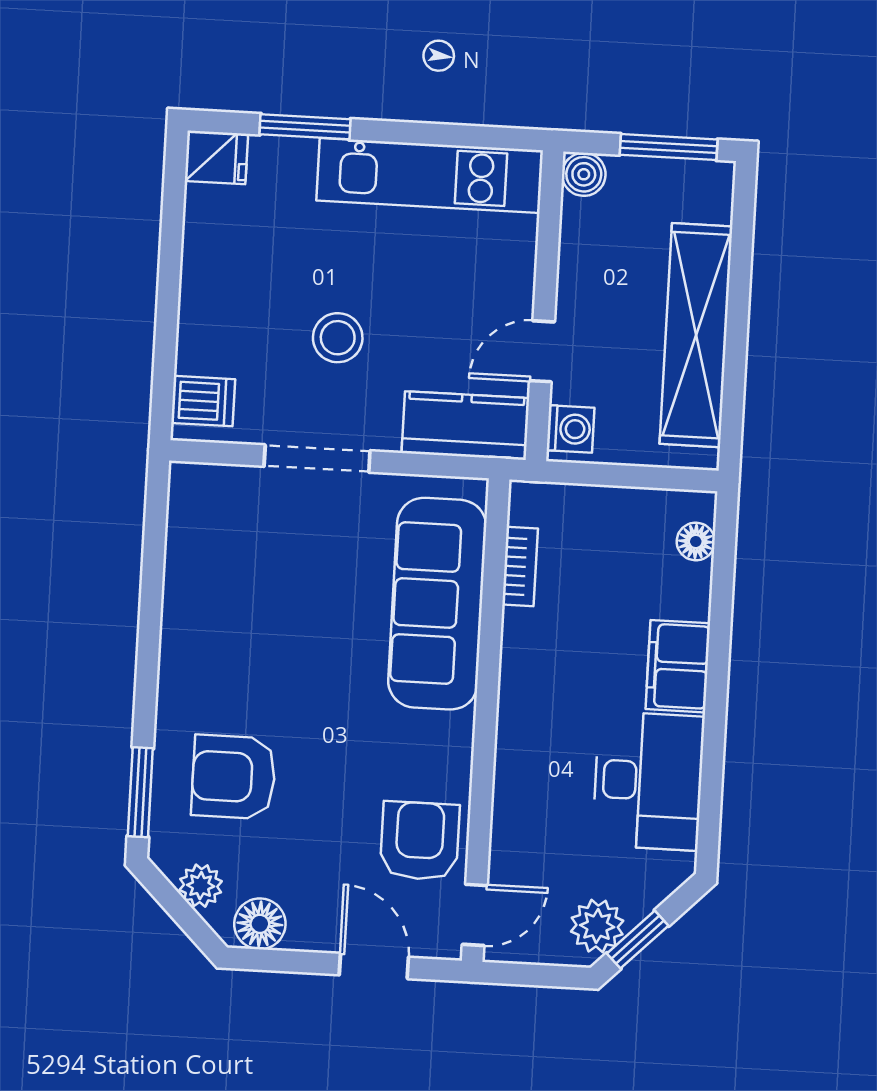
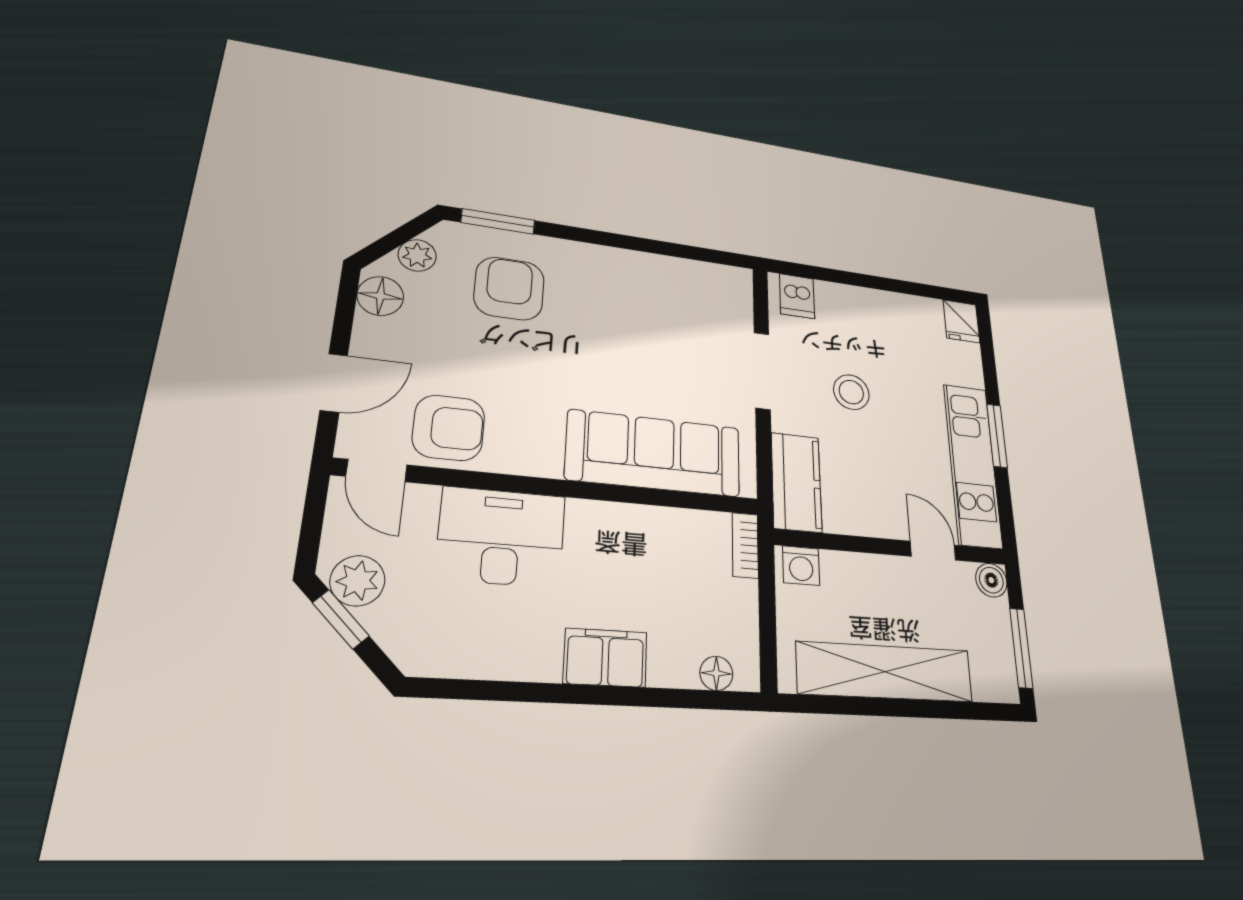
window: (305, 127) -> (997, 436), moved
door: (542, 351) -> (933, 551), moved
bookcase: (520, 567) -> (745, 545), moved, turned 90
desk: (648, 781) -> (501, 537), moved, turned 180

